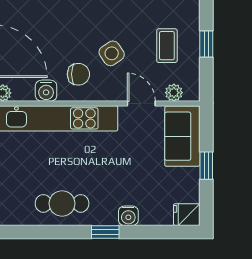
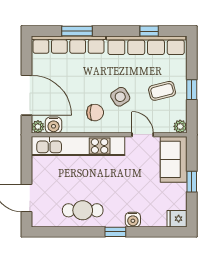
coffee table: (167, 46) -> (162, 91), turned 76
water cooler: (46, 91) -> (54, 125), moved
plant: (174, 93) -> (180, 126), moved

